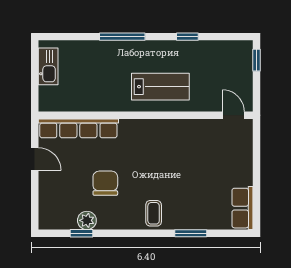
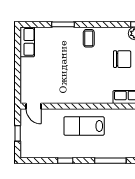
window: (256, 60) -> (18, 133), moved
chair: (105, 183) -> (122, 59), turned -90

